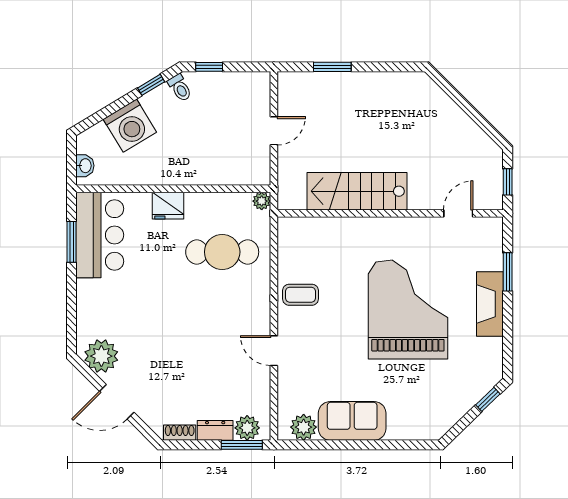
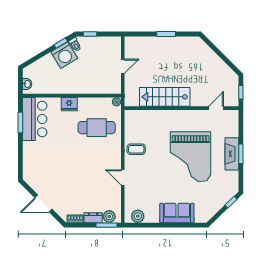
window: (332, 67) -> (166, 34), moved
washing machine: (130, 126) -> (64, 55), moved
window: (508, 272) -> (241, 154), moved
grand piano: (408, 310) -> (191, 157), turned 180
plant: (101, 356) -> (36, 180), removed
sofa: (352, 421) -> (177, 213), moved

